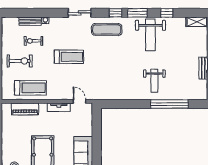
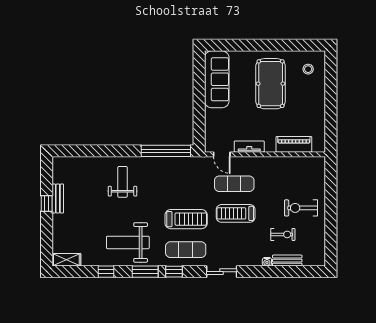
weight bench: (150, 35) -> (128, 242), turned -90
exercise mat: (70, 79) -> (234, 184), added
treadmill: (30, 88) -> (186, 219), moved, turned 180
window: (169, 104) -> (166, 151), moved

